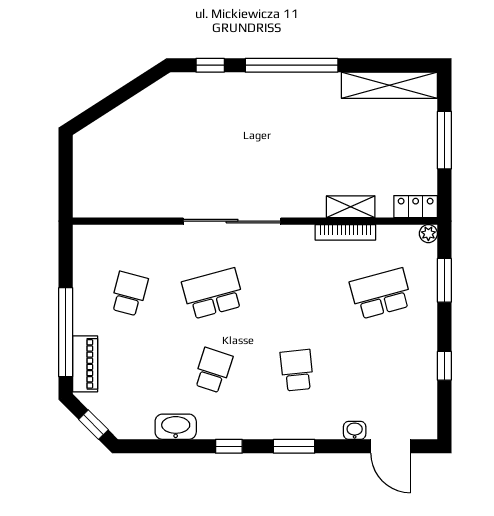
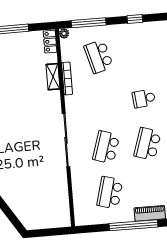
window: (444, 280) -> (89, 23), width x1.44
school desk: (129, 294) -> (110, 193), width x1.85
school desk: (213, 294) -> (106, 147), turned 33
school desk: (213, 370) -> (148, 144), width x1.85

